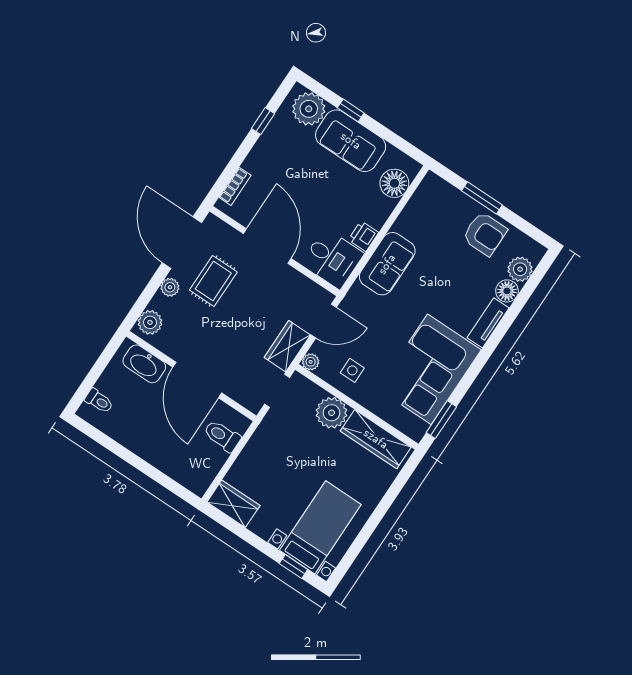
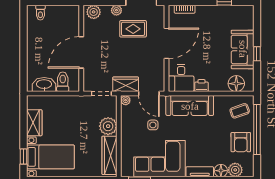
plant: (309, 109) -> (244, 20), removed
window: (351, 110) -> (257, 54), moved
window: (482, 198) -> (257, 129), width x2.11
coffee table: (438, 205) -> (240, 111), added
sofa: (387, 264) -> (190, 106), width x1.36
washbasin: (144, 364) -> (44, 85), moved, turned 90
side table: (352, 370) -> (153, 125), moved
wardrobe: (233, 504) -> (34, 123), moved

